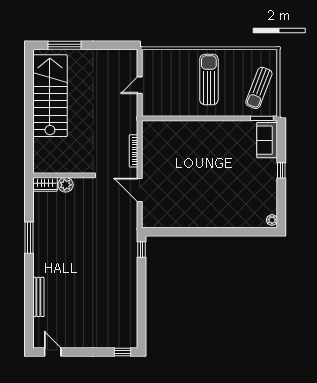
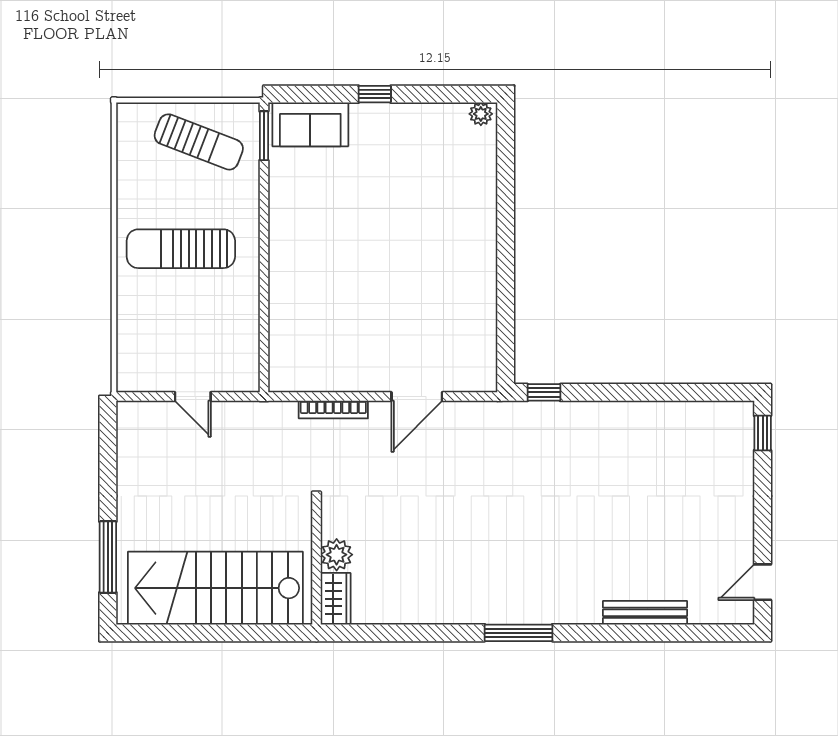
wall: (62, 175) -> (316, 562), moved
wardrobe: (45, 184) -> (336, 599), moved
plant: (66, 185) -> (337, 555), moved

